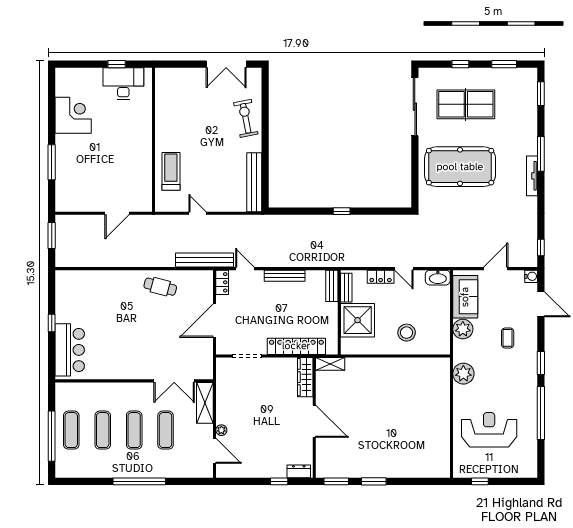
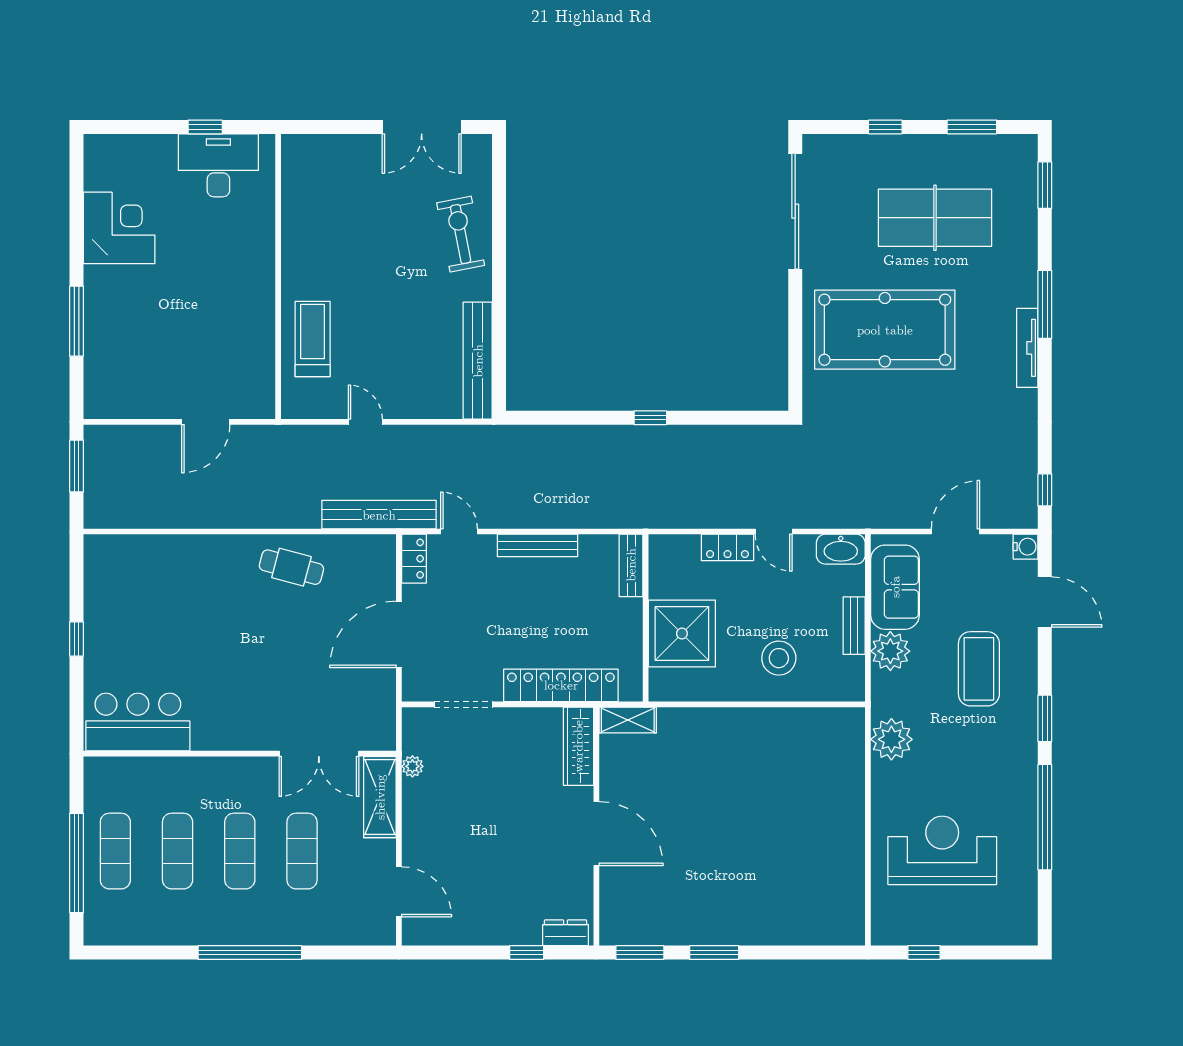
table tennis table: (466, 104) -> (935, 218), moved
bench: (346, 288) -> (854, 626), moved
coffee table: (508, 338) -> (979, 669), width x1.86, depth x1.72
bar counter: (70, 350) -> (138, 722), moved, turned -90
plant: (221, 430) -> (412, 766), moved

